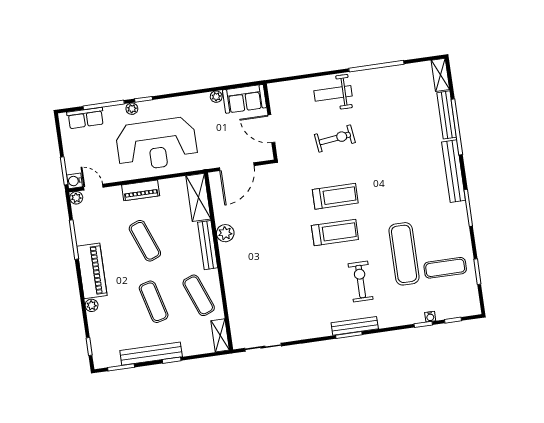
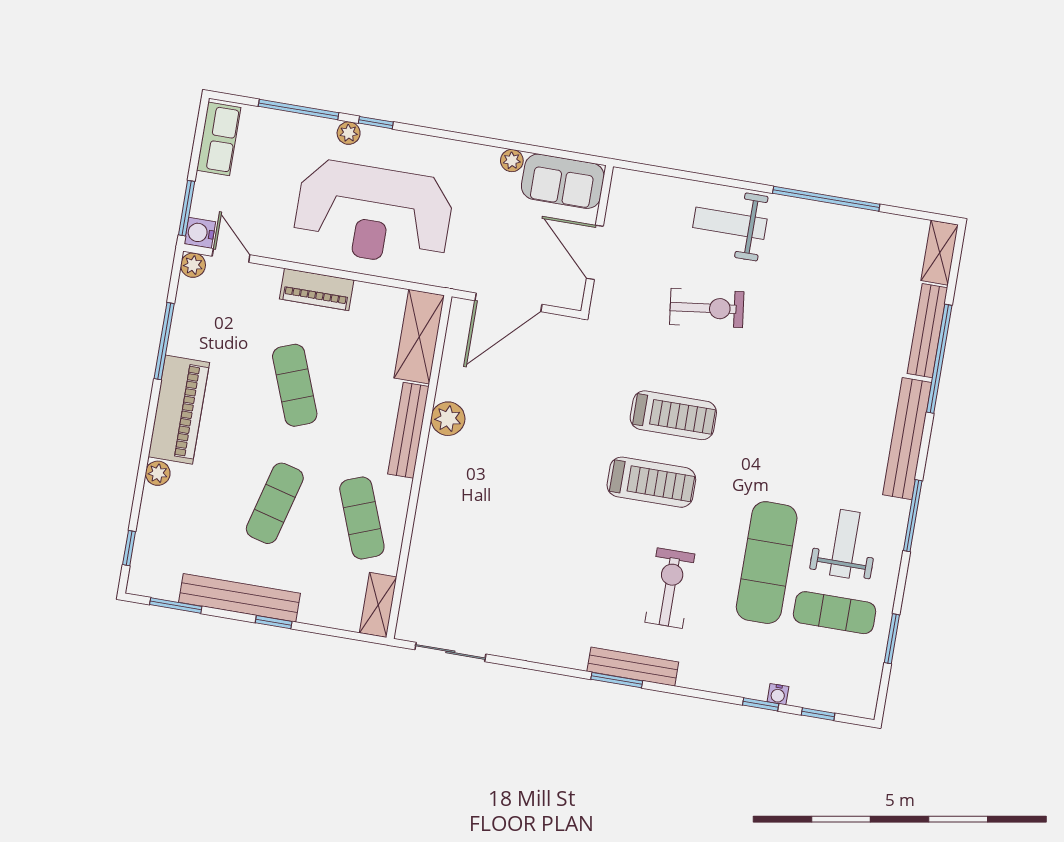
row of seats: (86, 118) -> (219, 139), moved, turned -90
weight bench: (439, 232) -> (845, 544), added
exercise mat: (154, 302) -> (275, 503), turned 30

